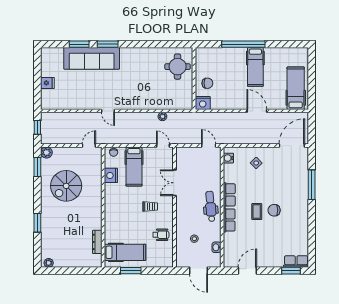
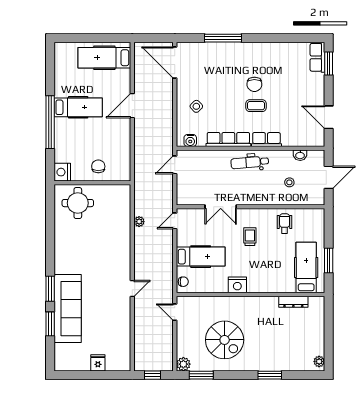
nightstand: (203, 103) -> (62, 172), moved, turned 180
nightstand: (111, 175) -> (237, 285), moved
row of seats: (229, 195) -> (228, 139), width x1.48

